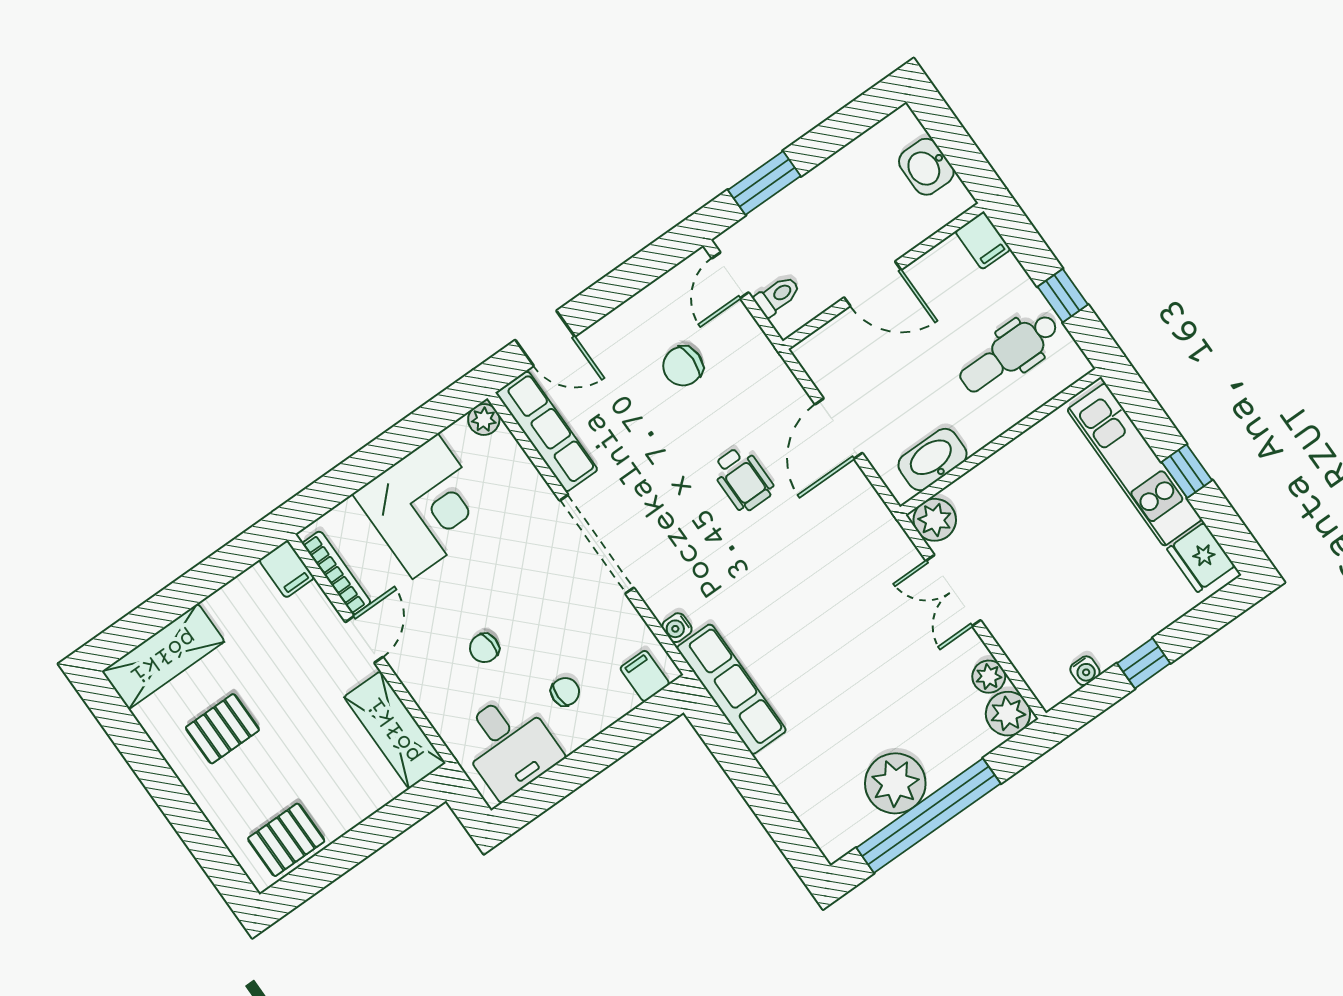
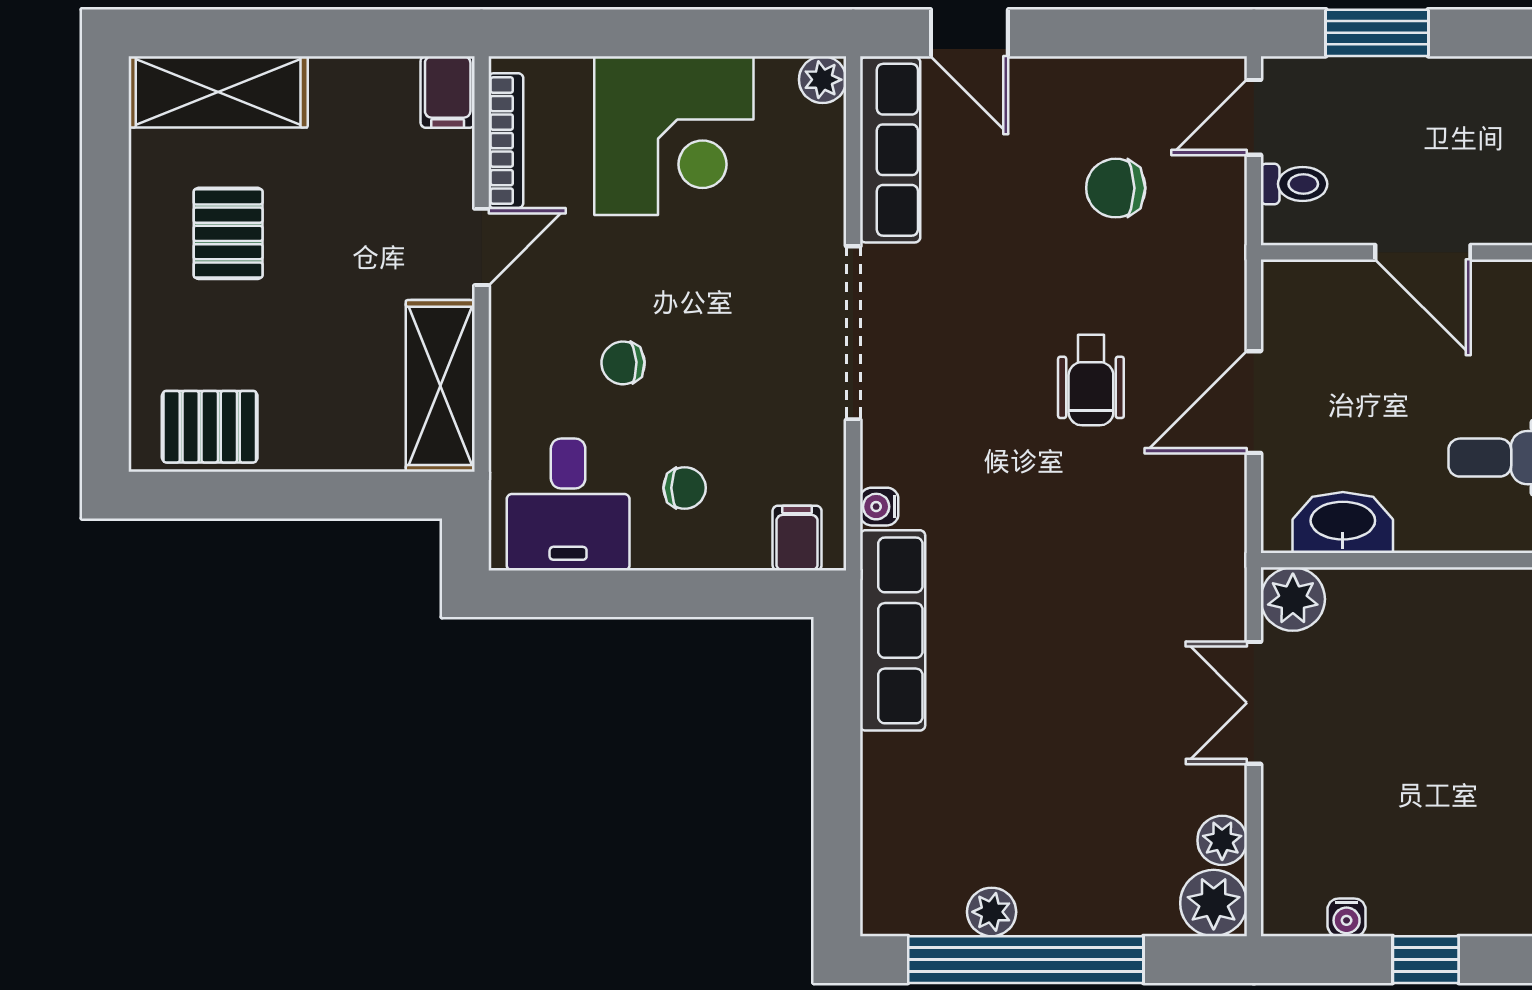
pallet: (222, 729) -> (228, 233), turned 90
plant: (895, 783) -> (992, 912), width x0.53, depth x0.53

